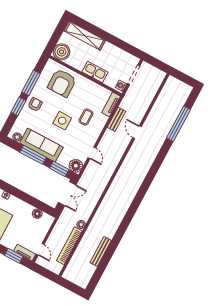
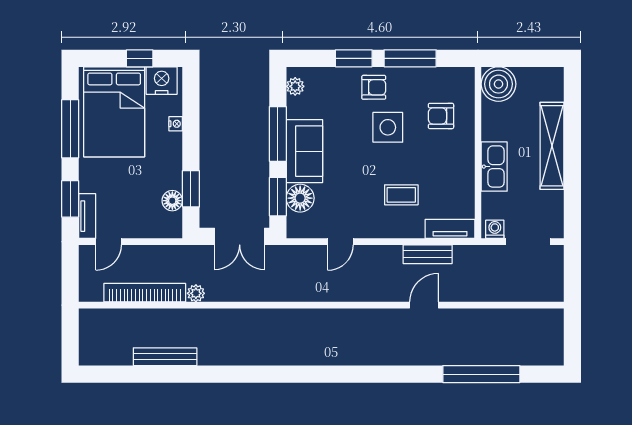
shelving: (85, 36) -> (552, 146), moved
armchair: (62, 83) -> (441, 116), width x0.53, depth x0.53
side table: (62, 121) -> (388, 127), moved
sofa: (41, 145) -> (304, 151), width x0.73
floor lamp: (76, 166) -> (300, 198), moved
window: (36, 203) -> (191, 189), added

